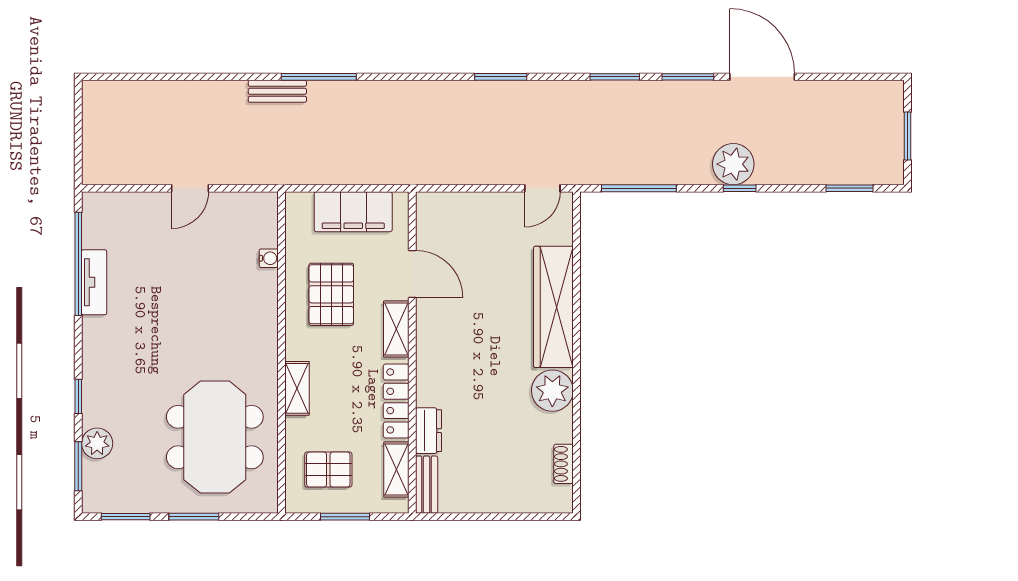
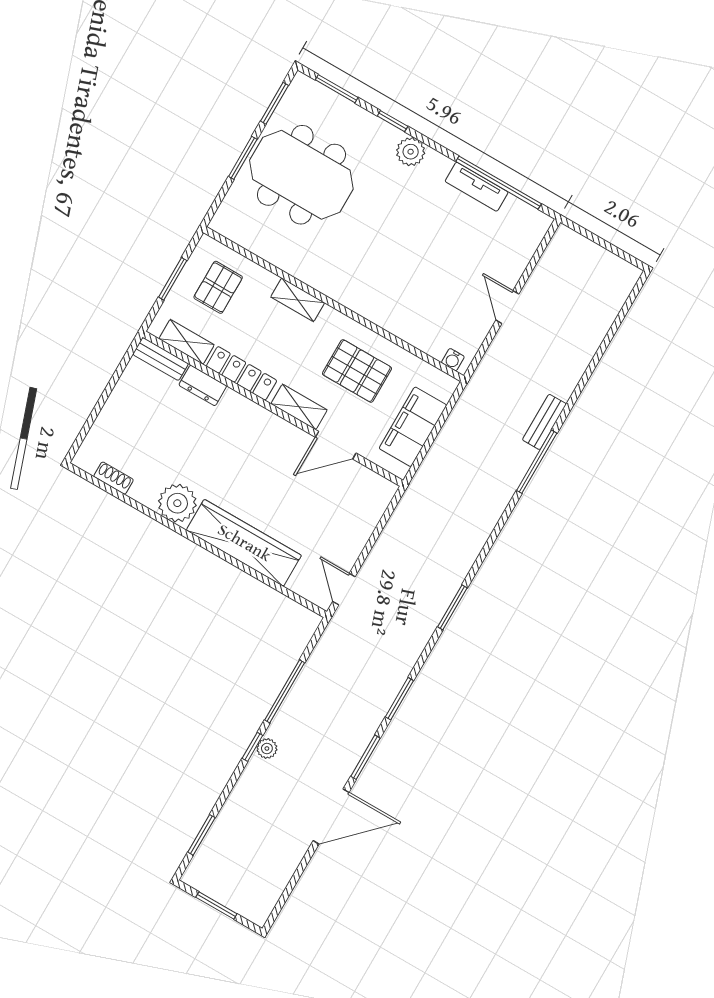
plant: (733, 164) -> (267, 748), width x0.53, depth x0.53
window: (639, 188) -> (285, 691), moved
water cooler: (269, 258) -> (453, 360), moved
meeting table: (215, 437) -> (301, 175), moved
plant: (97, 443) -> (411, 152), moved

